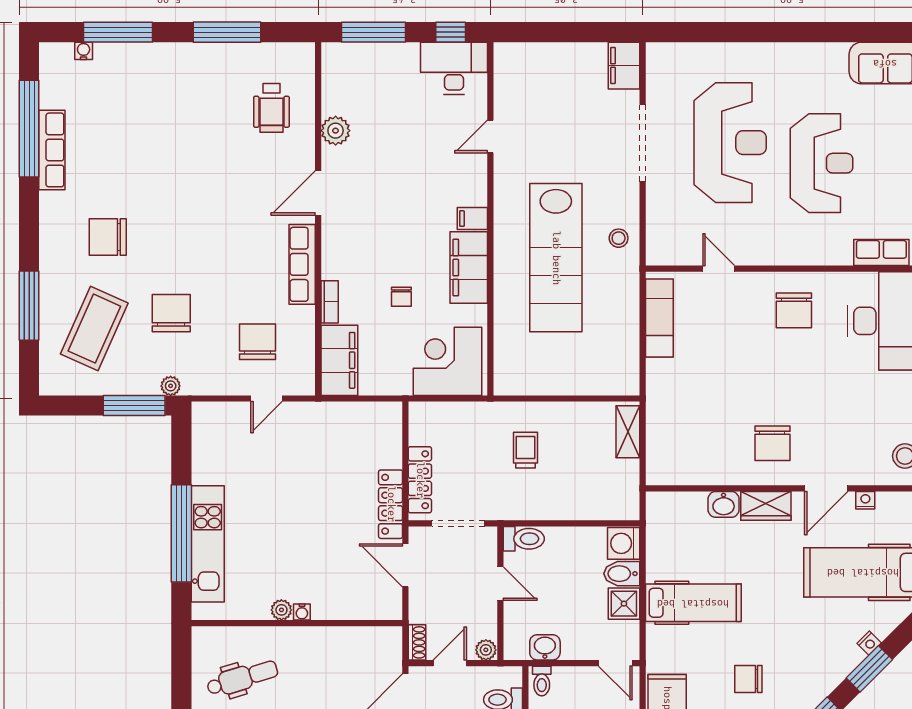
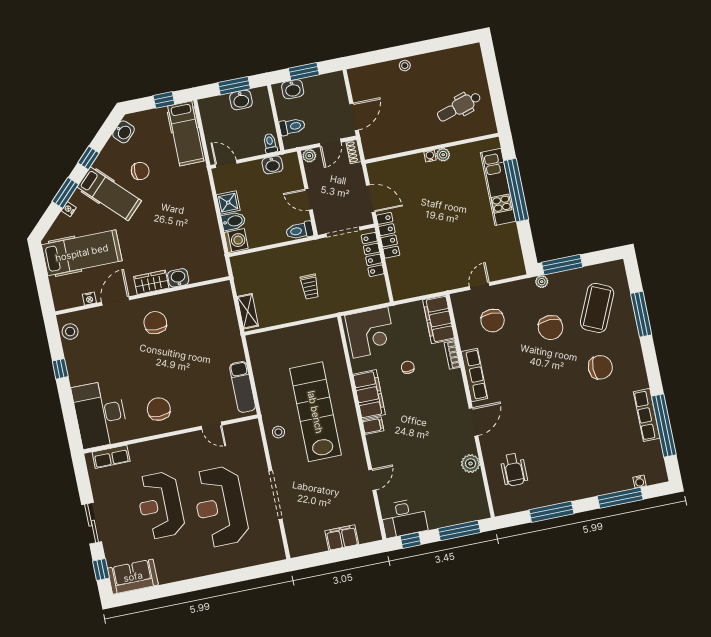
filing cabinet: (624, 66) -> (342, 538), moved, turned -90
wheelchair: (271, 108) -> (514, 470), turned 180
hospital bed: (693, 603) -> (109, 194), moved, turned -135

